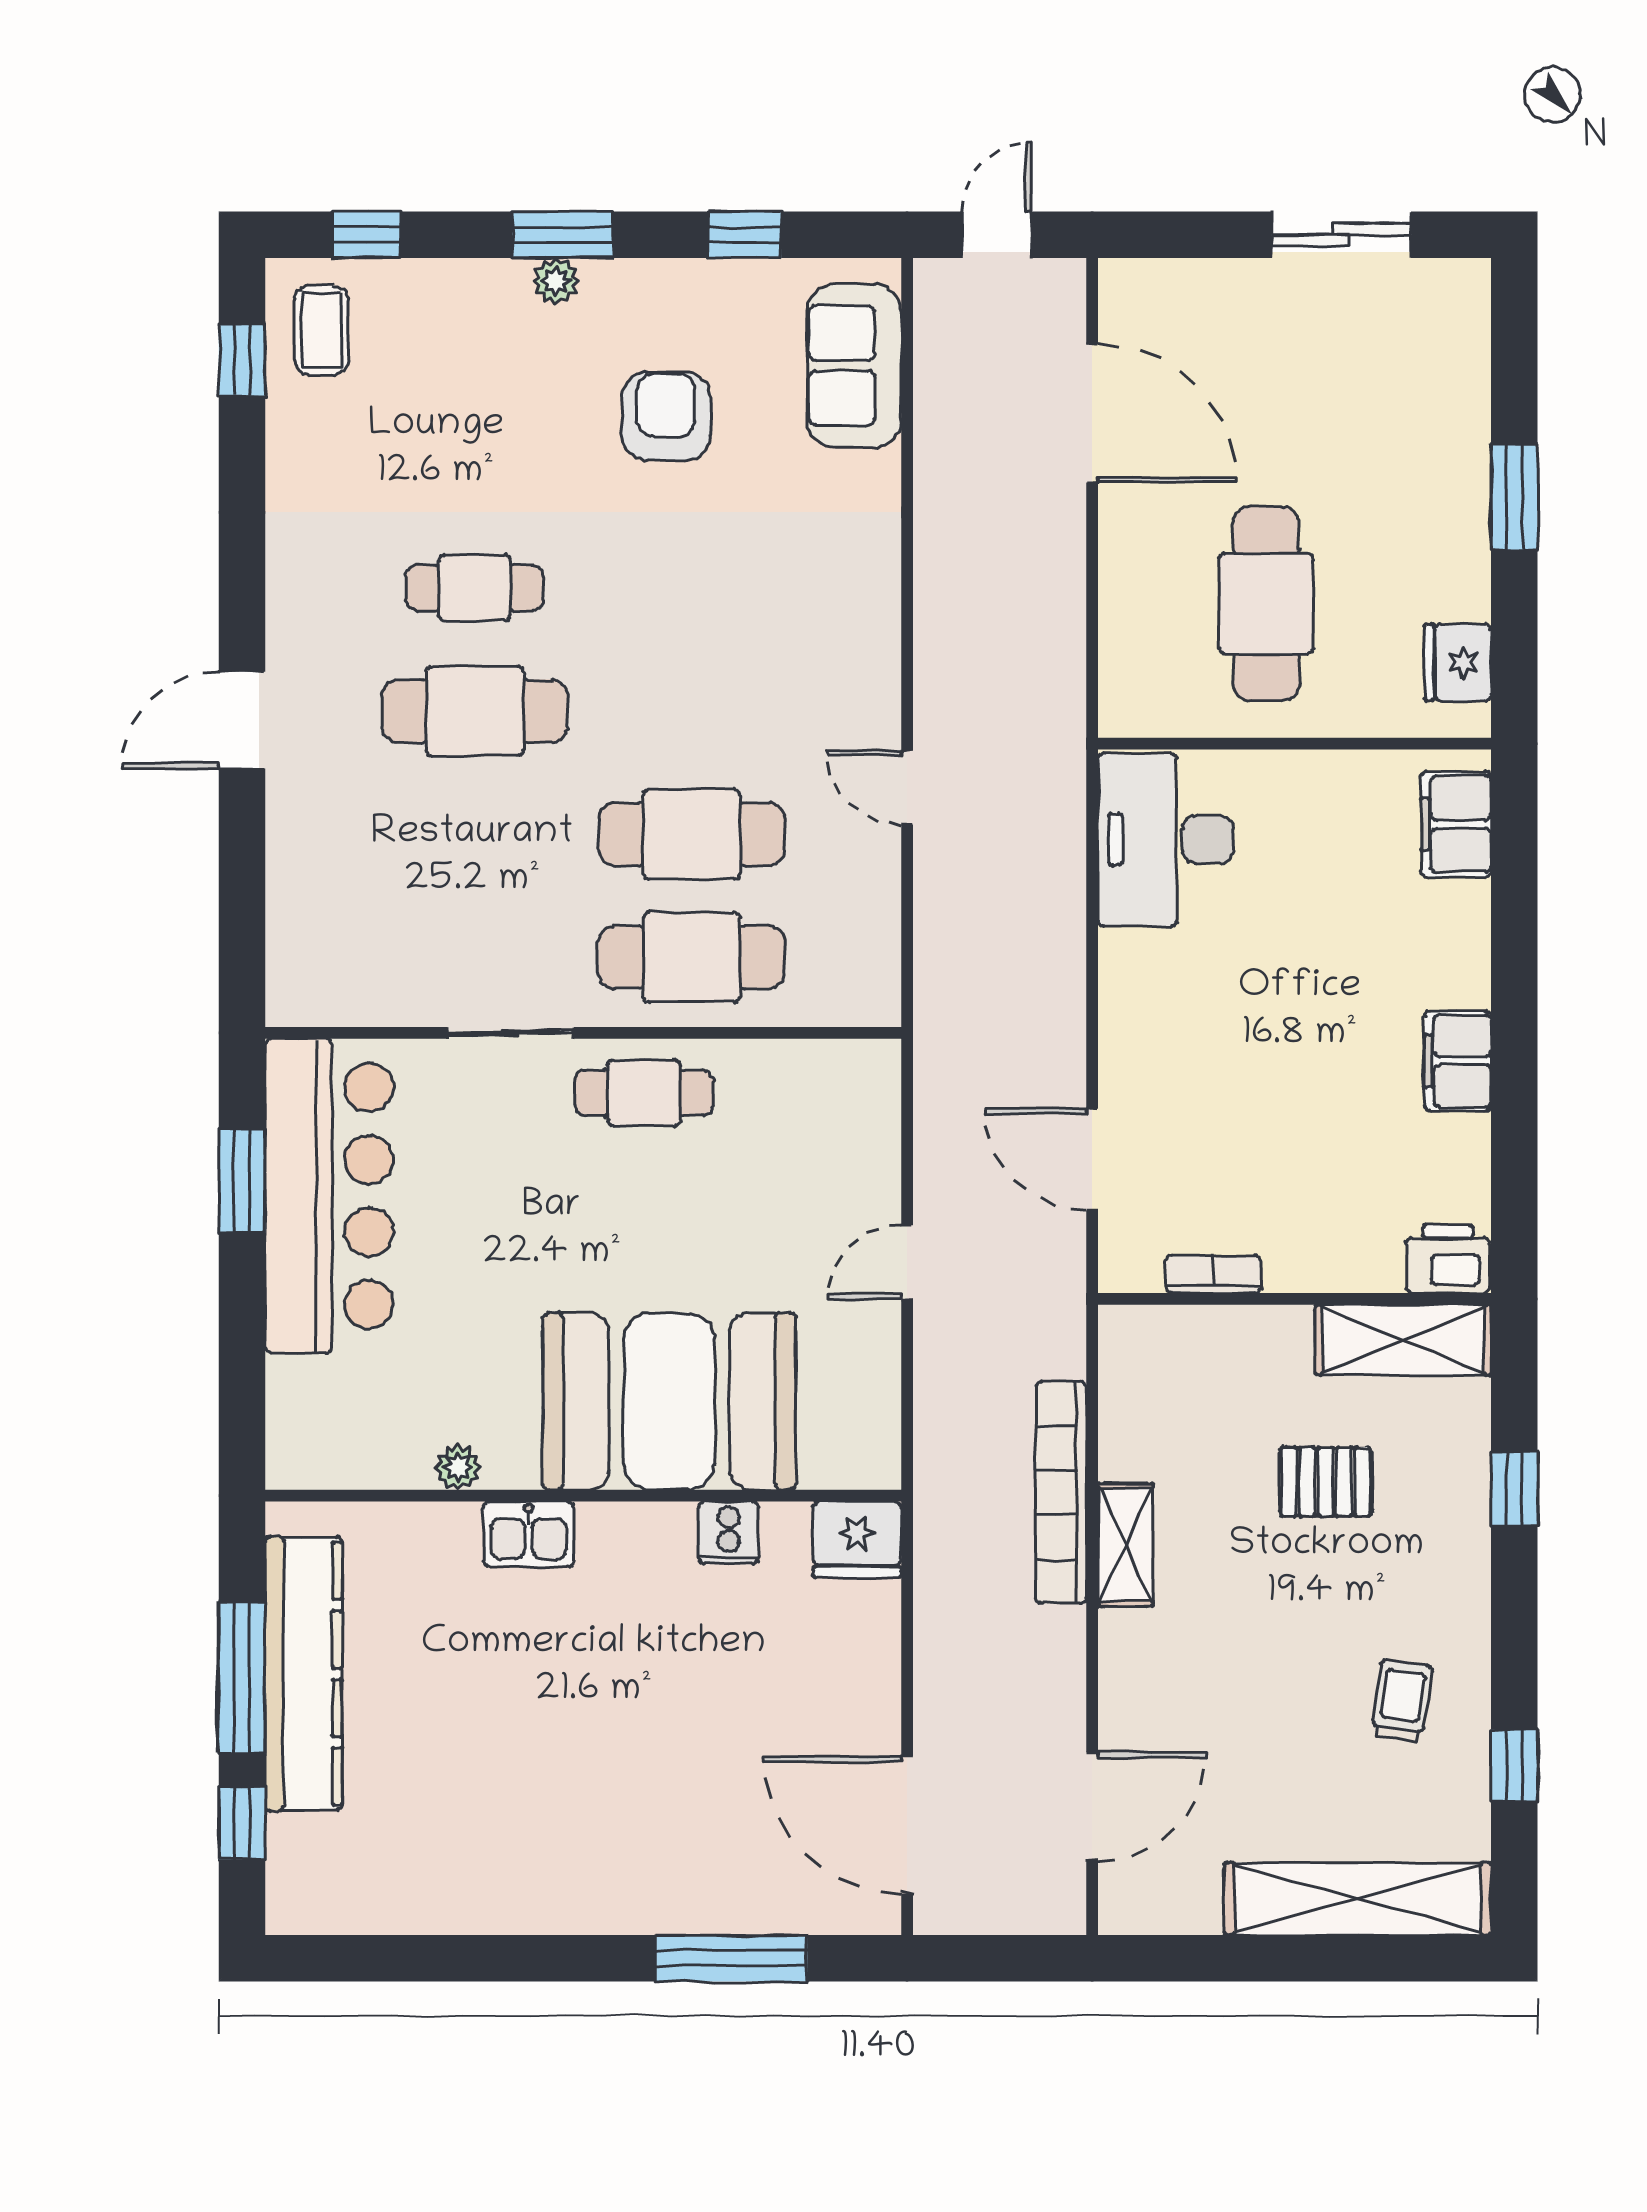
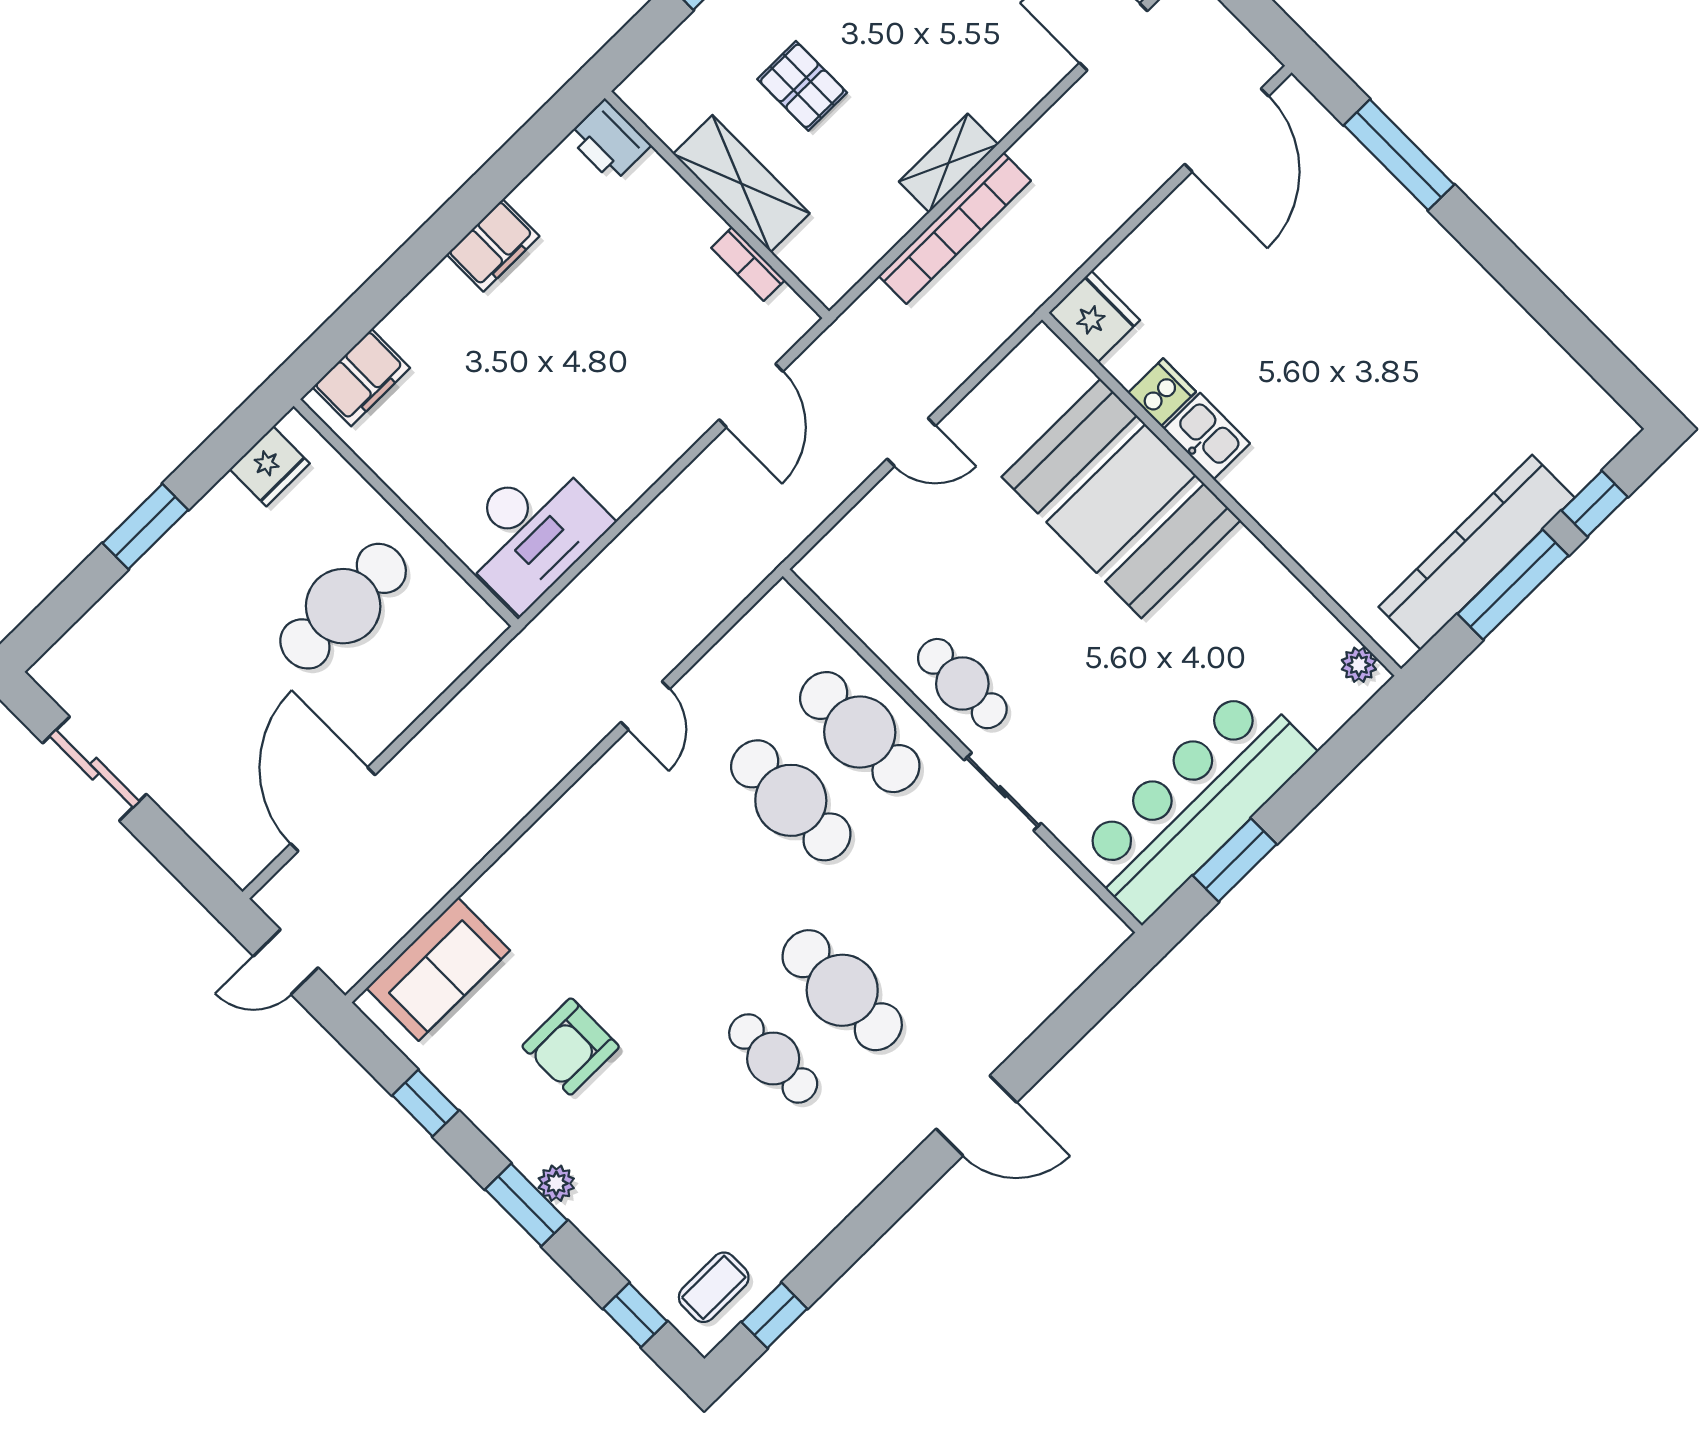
shelving: (1403, 1340) -> (741, 184), moved
plant: (458, 1467) -> (1359, 665), moved
kitchen sink: (529, 1534) -> (1207, 436), moved

